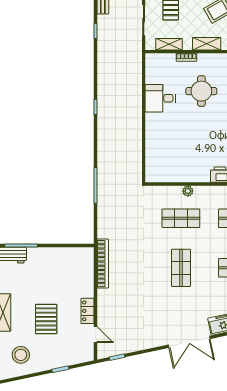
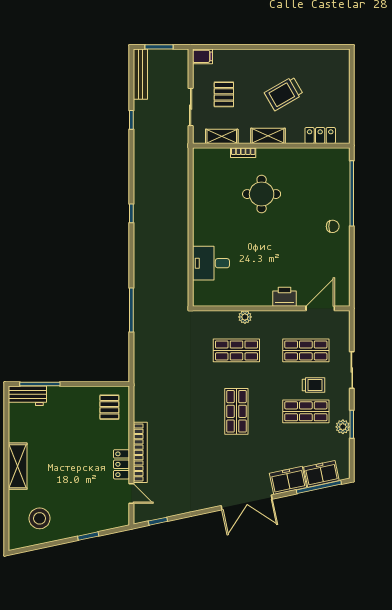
desk: (160, 98) -> (211, 263), moved
bookcase: (103, 264) -> (140, 452), moved
pallet: (46, 319) -> (109, 407), moved, width x0.67, depth x0.71

